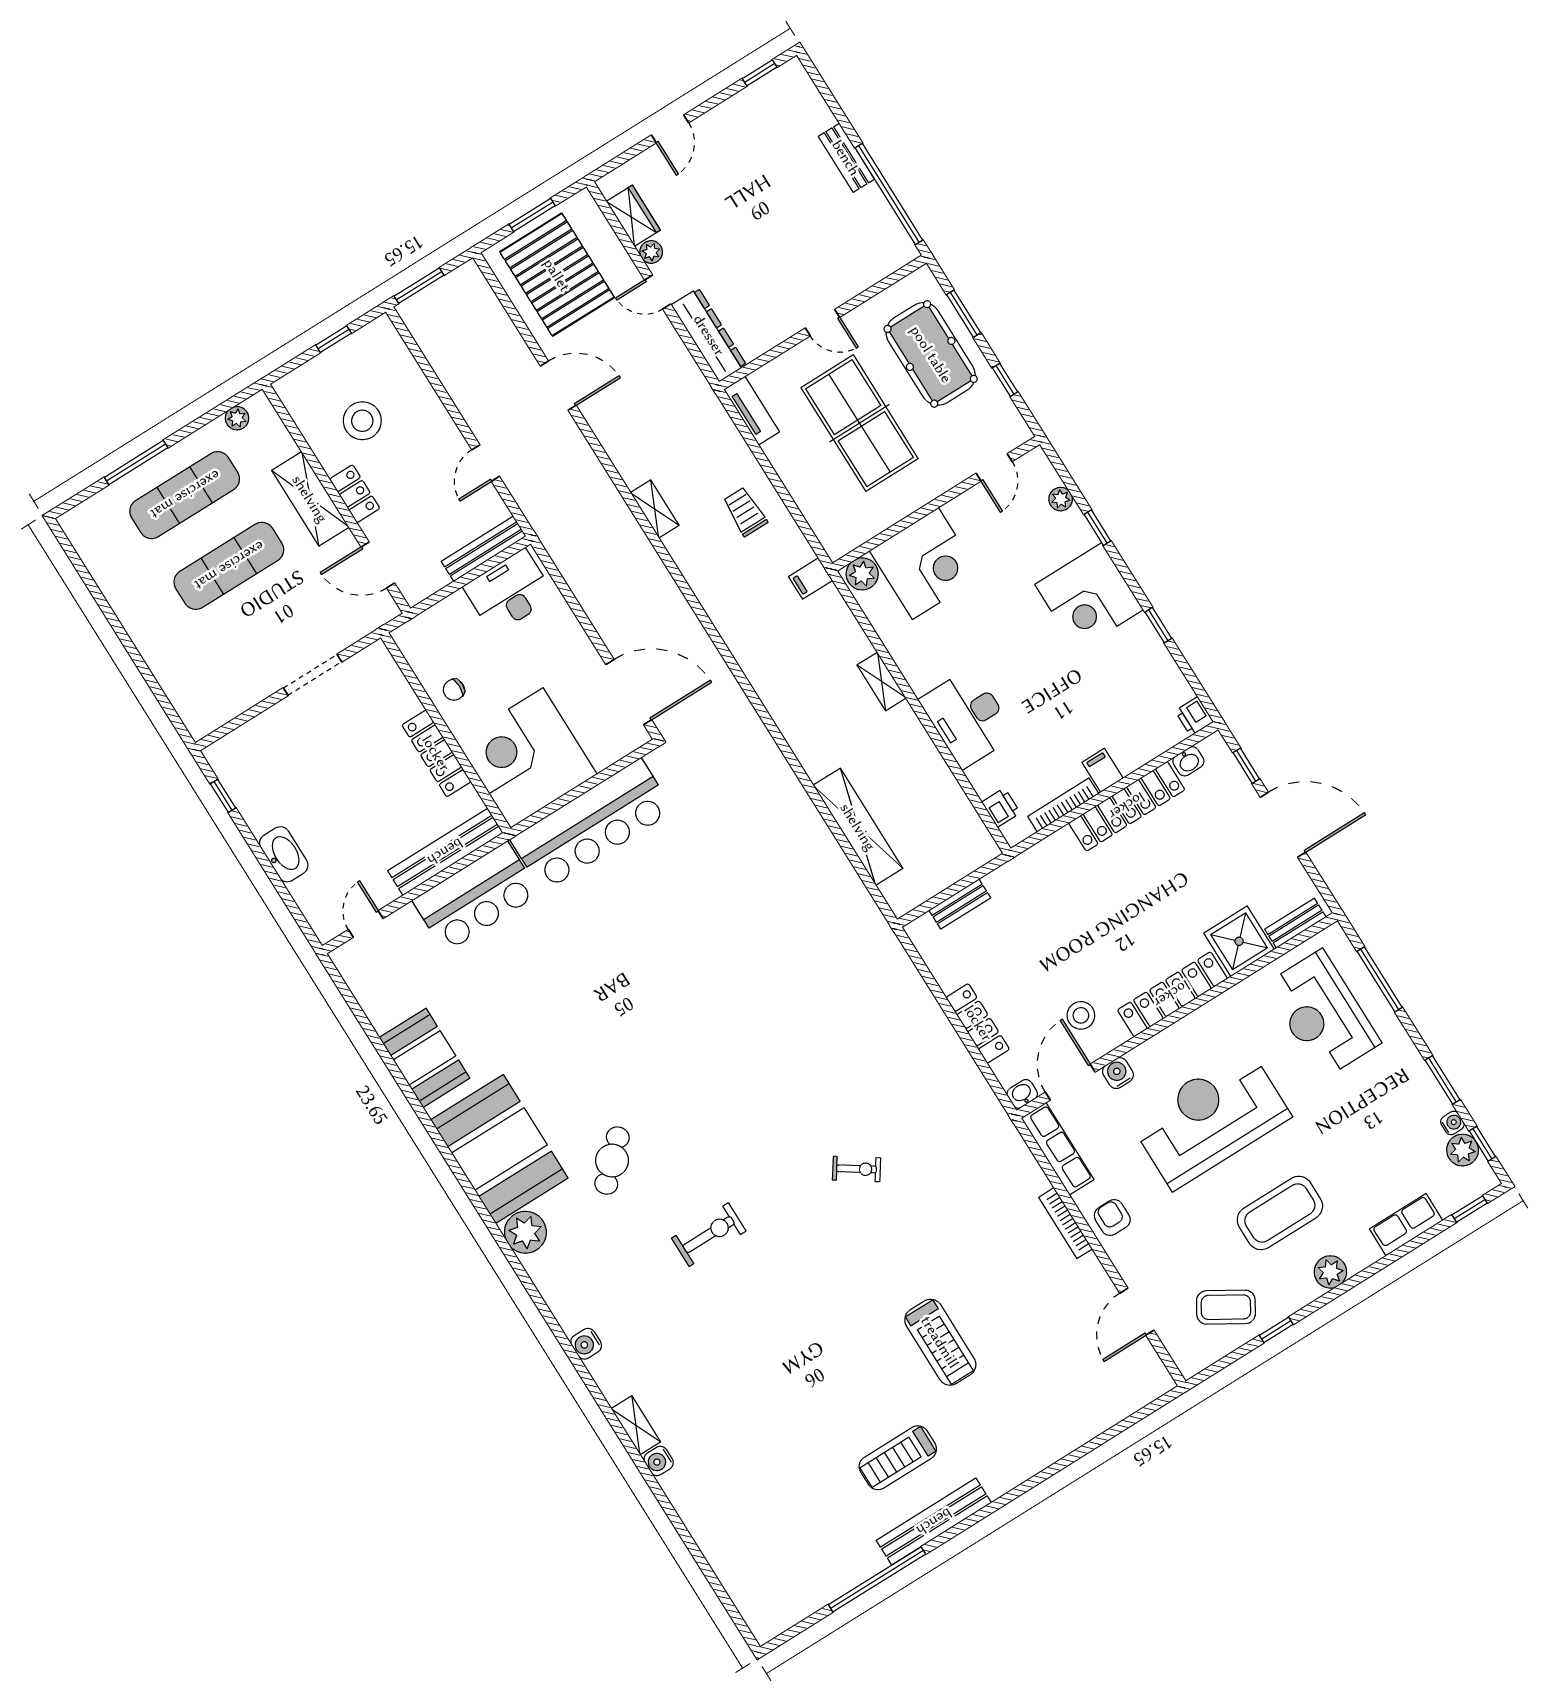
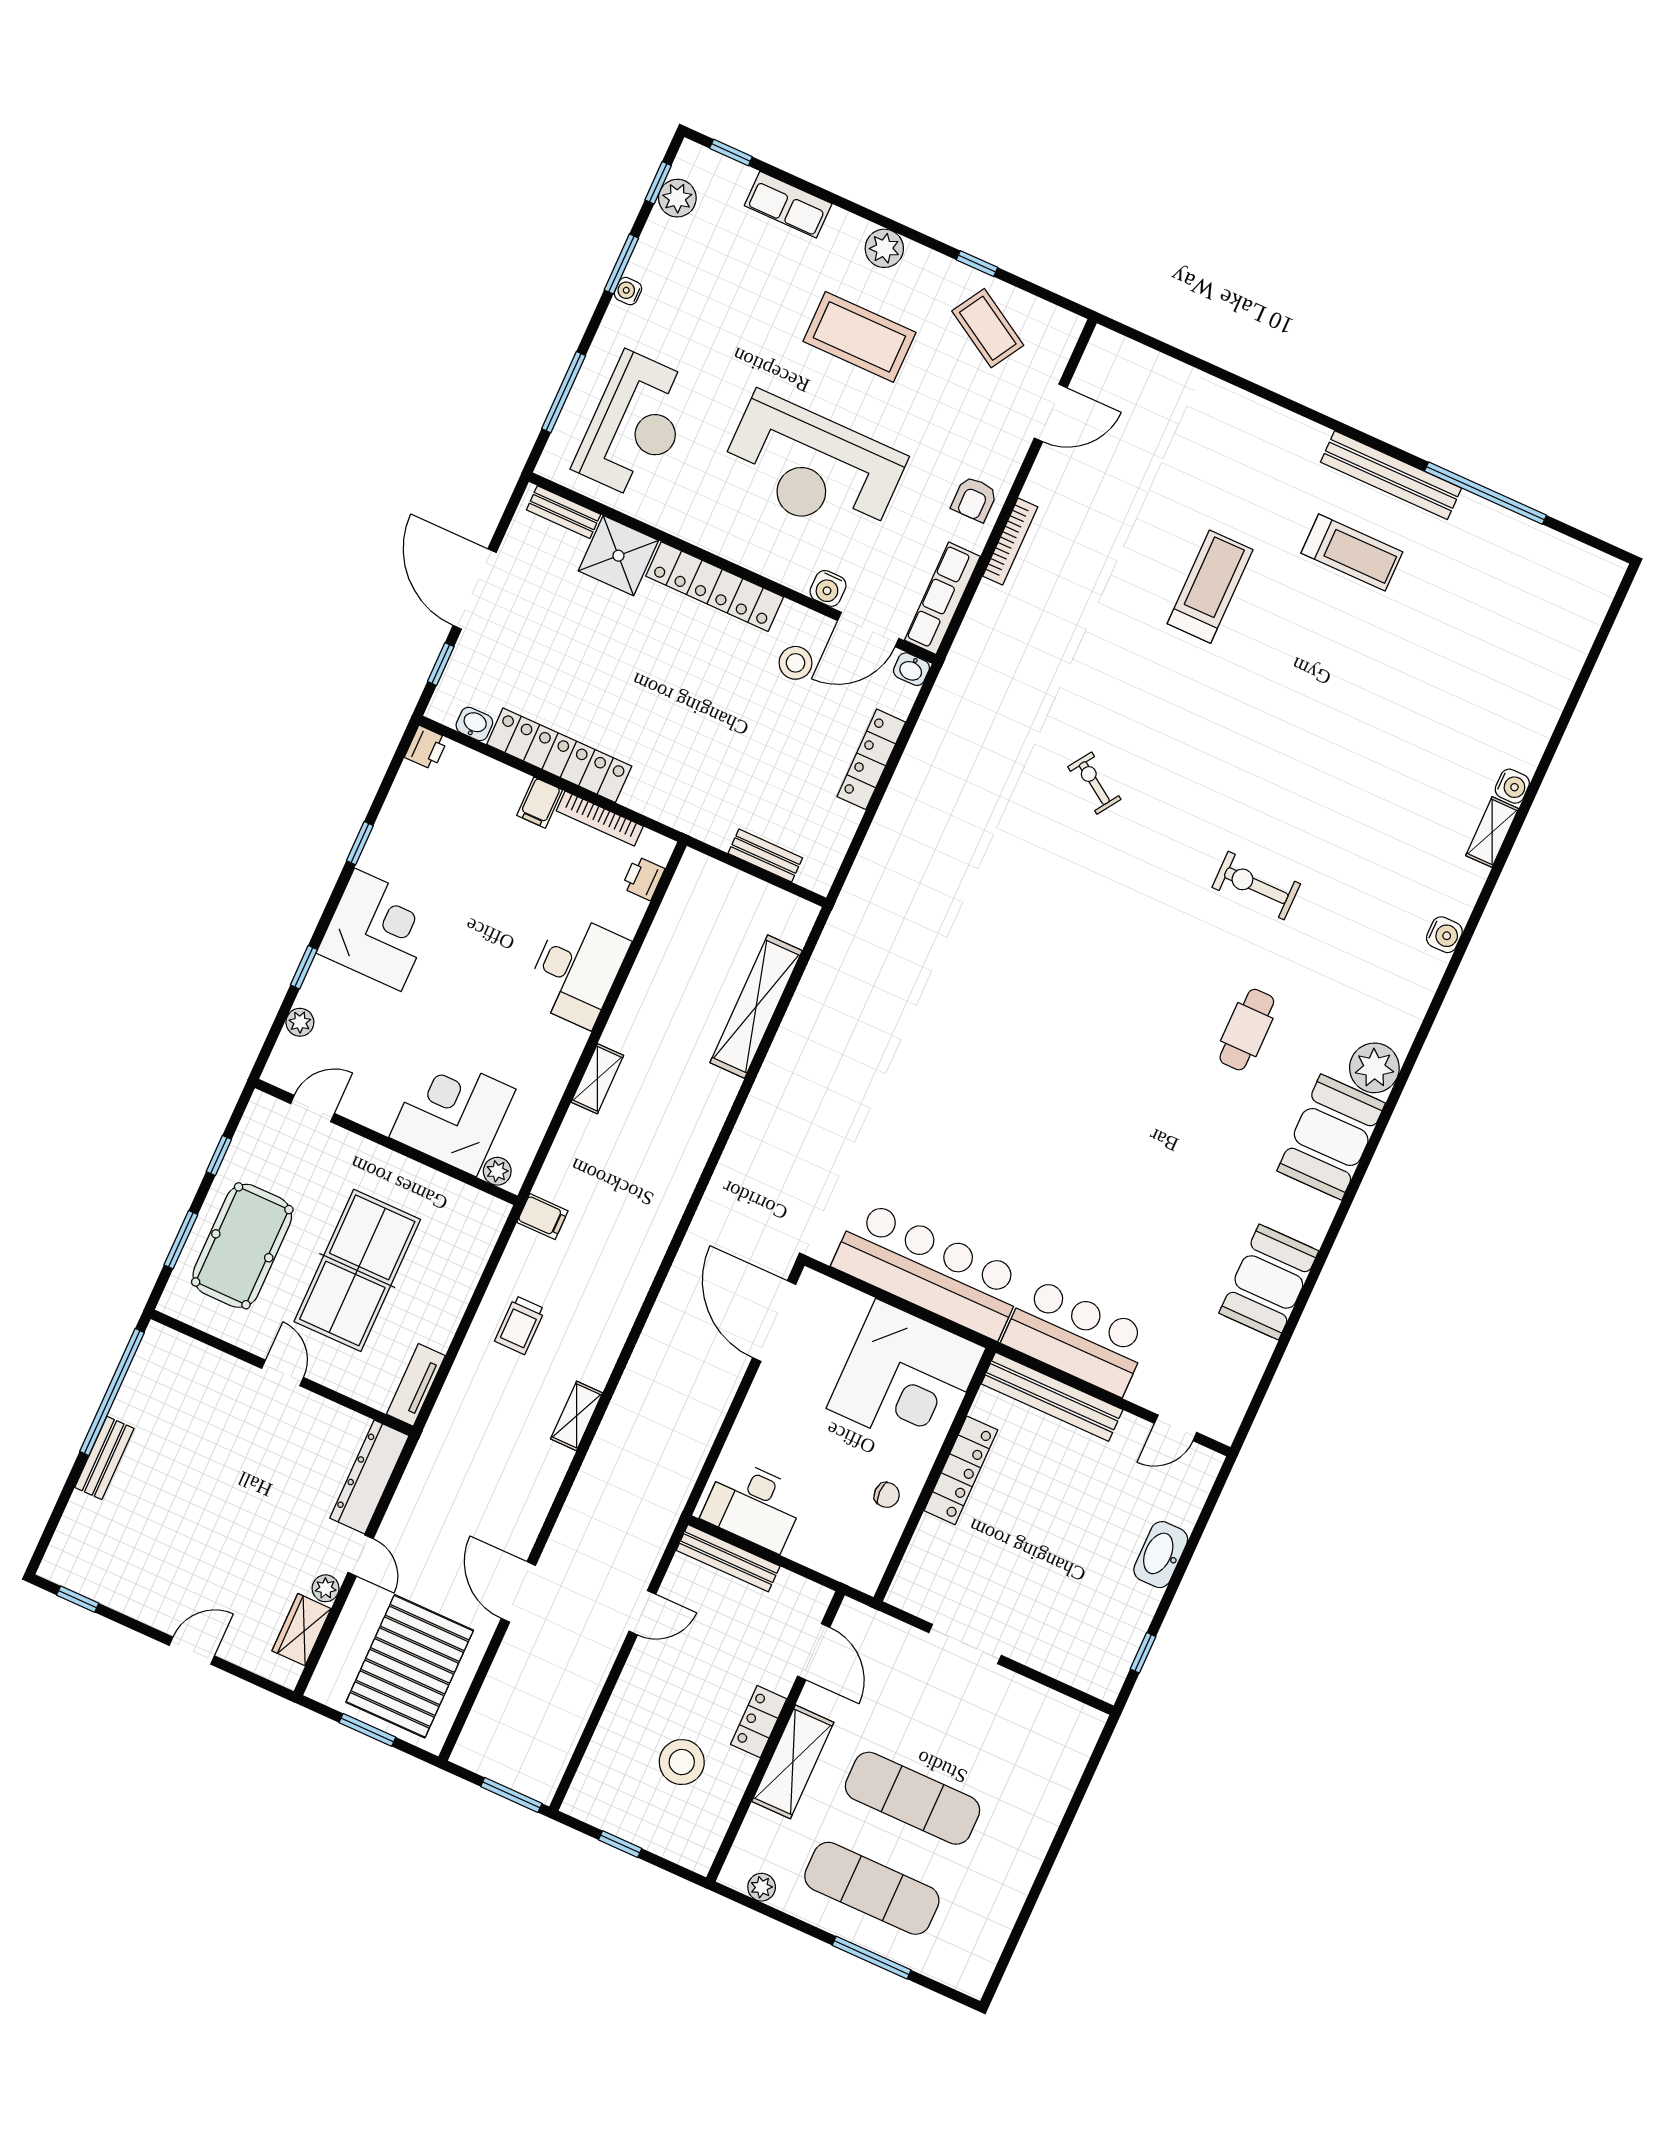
plant: (862, 574) -> (497, 1171), width x0.73, depth x0.73
water cooler: (1452, 1123) -> (628, 291), moved
booth: (499, 1149) -> (1331, 1137), width x0.73, depth x0.70
cafe table: (612, 1161) -> (1247, 1030), turned -46

